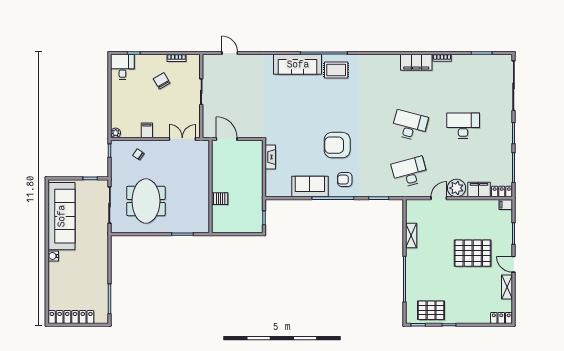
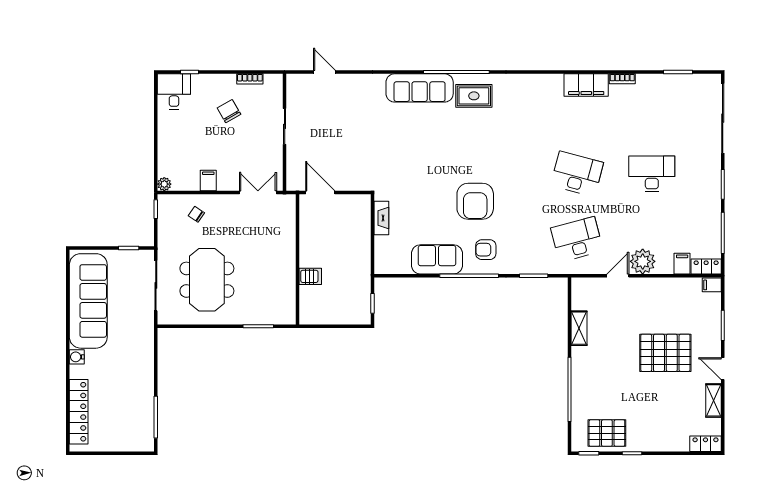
armchair: (337, 145) -> (475, 201), turned -90
filing cabinet: (479, 190) -> (682, 264), width x0.50
locker: (71, 317) -> (79, 412), moved, turned 90

